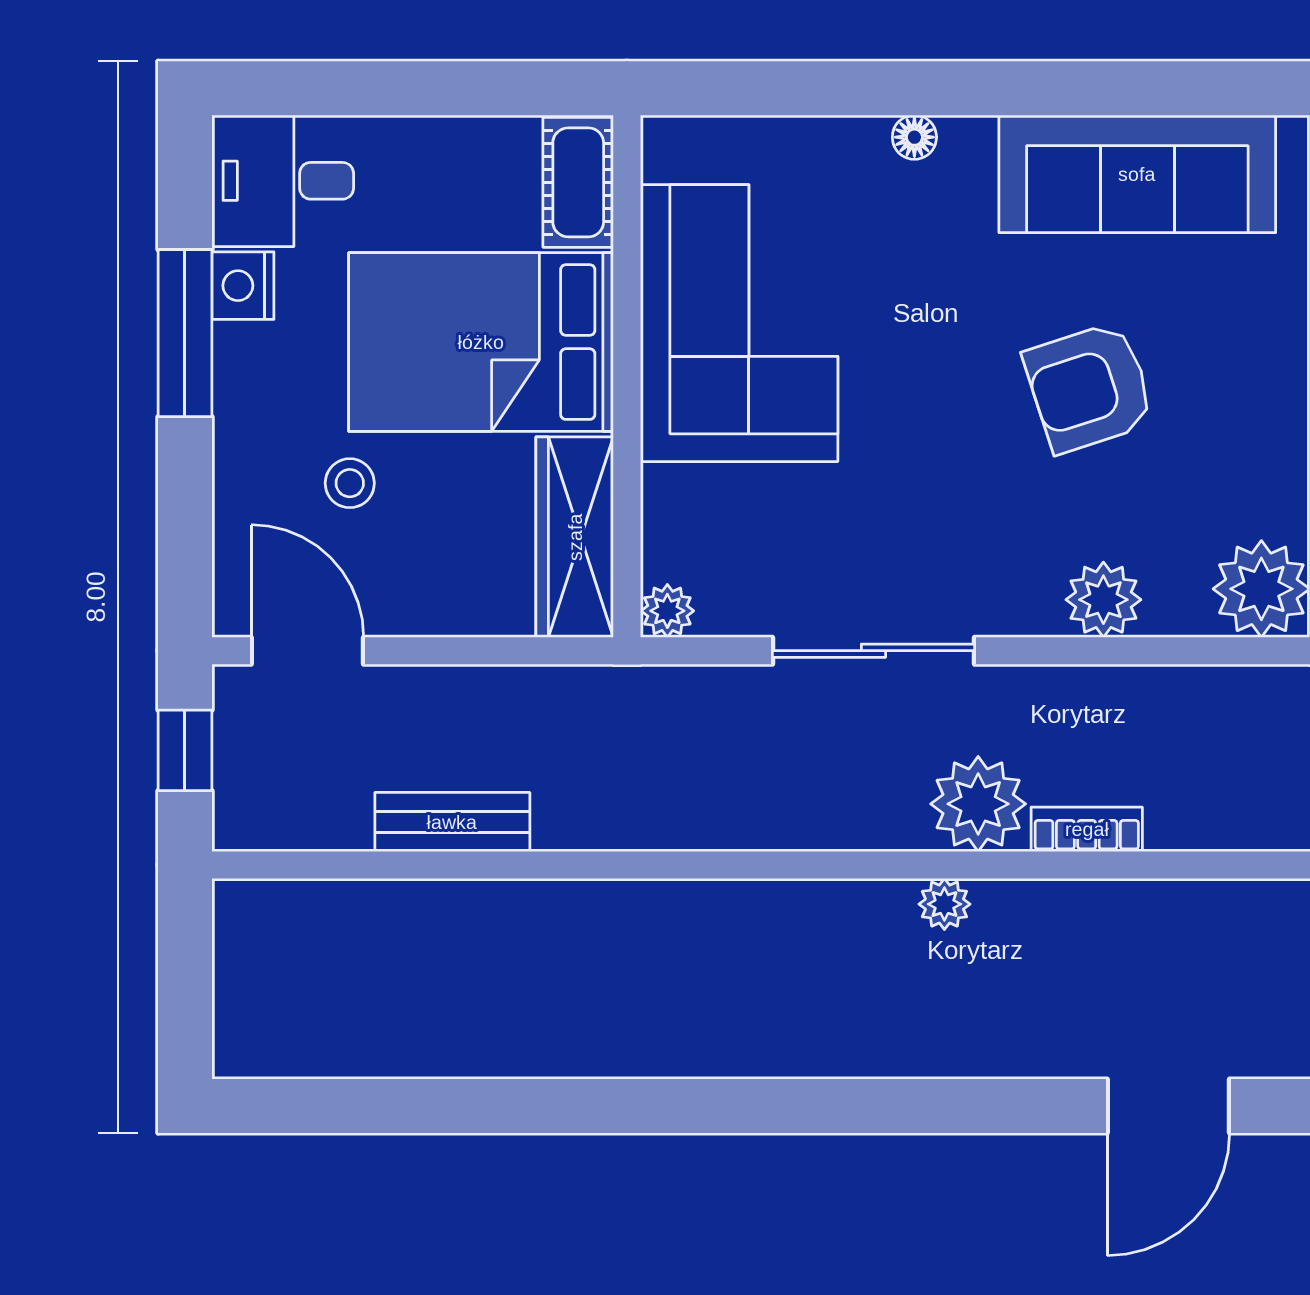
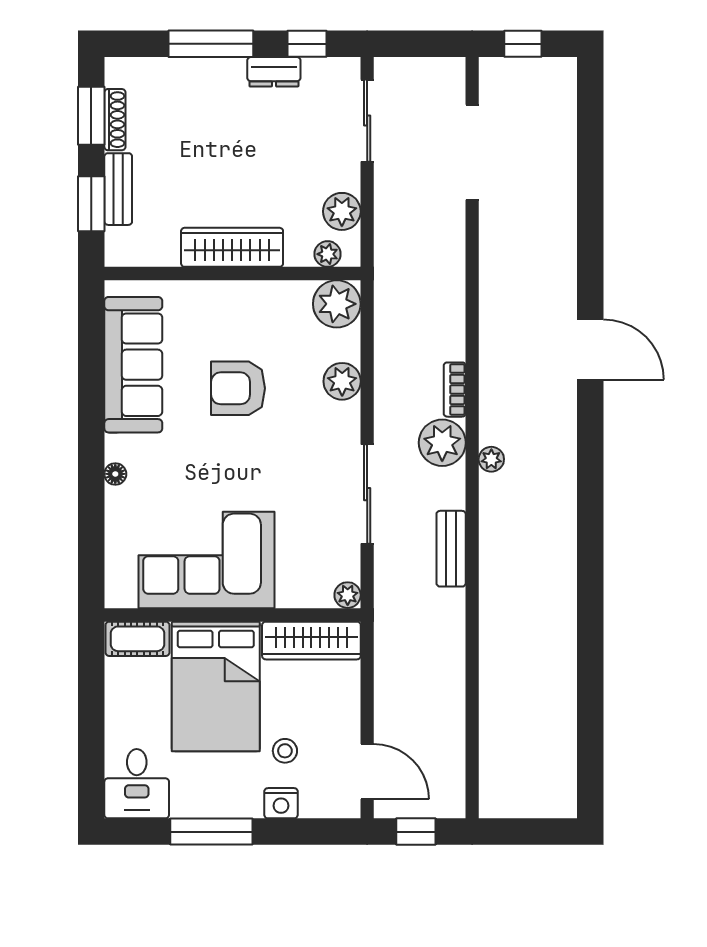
nightstand: (243, 286) -> (281, 803), moved
armchair: (1089, 387) -> (238, 388), turned 108
door: (307, 651) -> (367, 772), swing flipped
bench: (452, 822) -> (451, 549), moved

